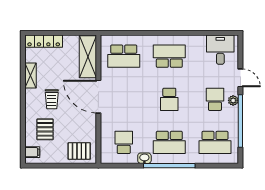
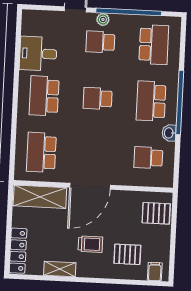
desk: (220, 50) -> (38, 54), moved
school desk: (124, 56) -> (41, 152), turned 180
school desk: (169, 99) -> (98, 98), turned 180
school desk: (169, 142) -> (151, 101), turned 180
pallet: (79, 151) -> (156, 213), turned 90

